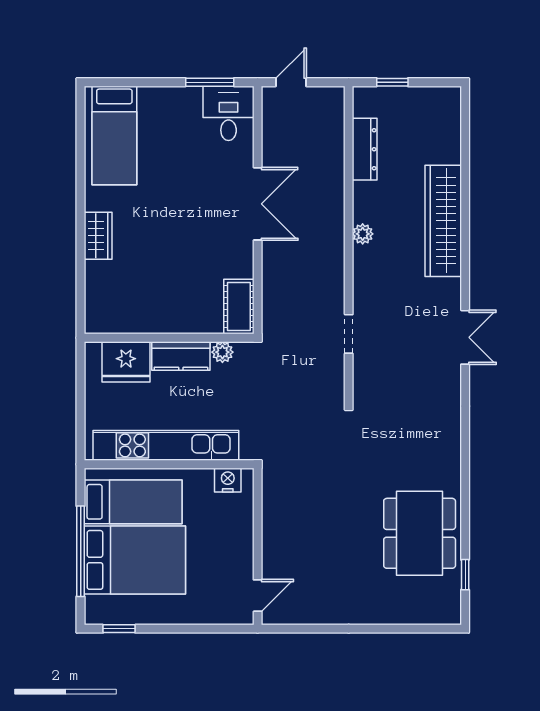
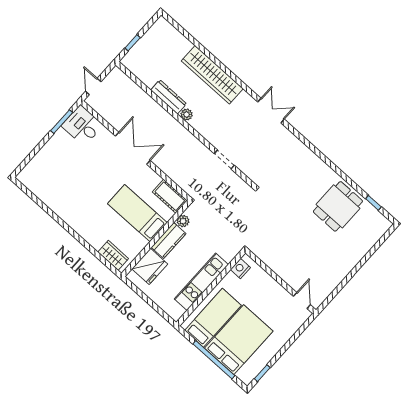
bed: (114, 135) -> (137, 213), moved, turned 180
dresser: (365, 149) -> (169, 97), moved
wardrobe: (98, 236) -> (113, 255), moved
kitchen unit: (166, 445) -> (201, 282), width x0.73
dining table: (420, 533) -> (338, 206), width x0.73

